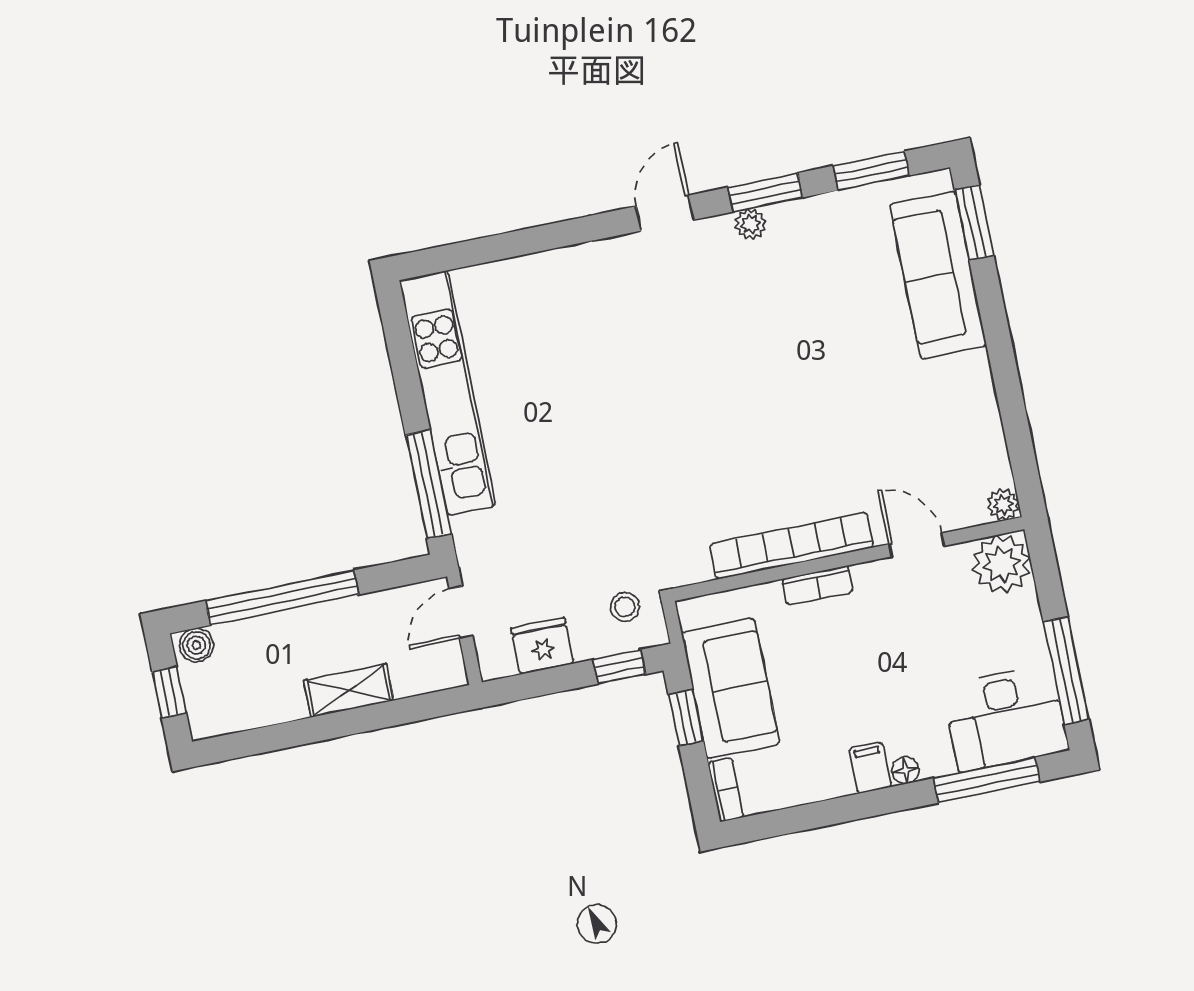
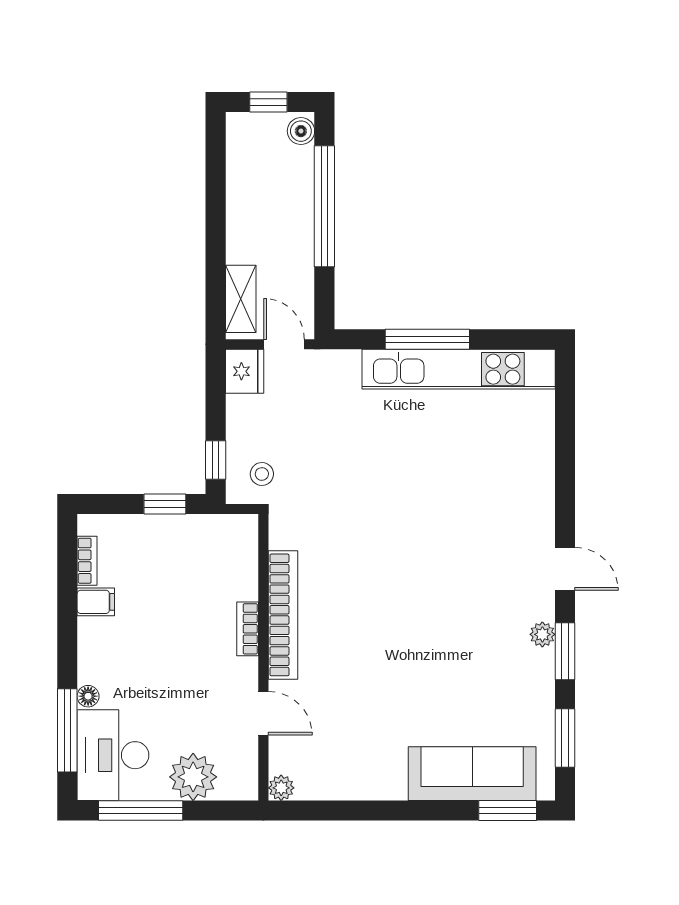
window: (428, 484) -> (427, 339), moved
door: (917, 545) -> (263, 713), hinge flipped
plant: (1002, 564) -> (193, 777), moved
fridge: (542, 646) -> (245, 371), moved
sofa: (731, 688) -> (181, 544), removed
shelving: (349, 690) -> (241, 299), moved
filing cabinet: (870, 768) -> (96, 602), moved
floor lamp: (906, 770) -> (88, 696), moved
bookcase: (726, 790) -> (87, 561), moved, turned -90

